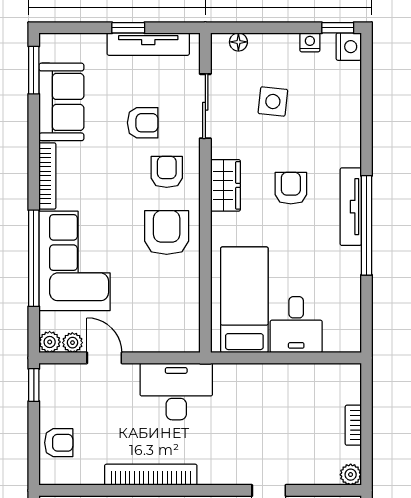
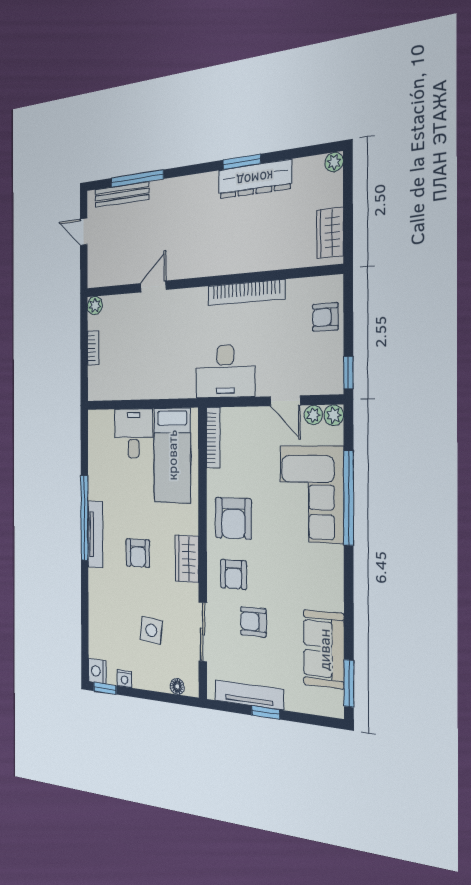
bookcase: (47, 176) -> (213, 438), moved, turned 180

